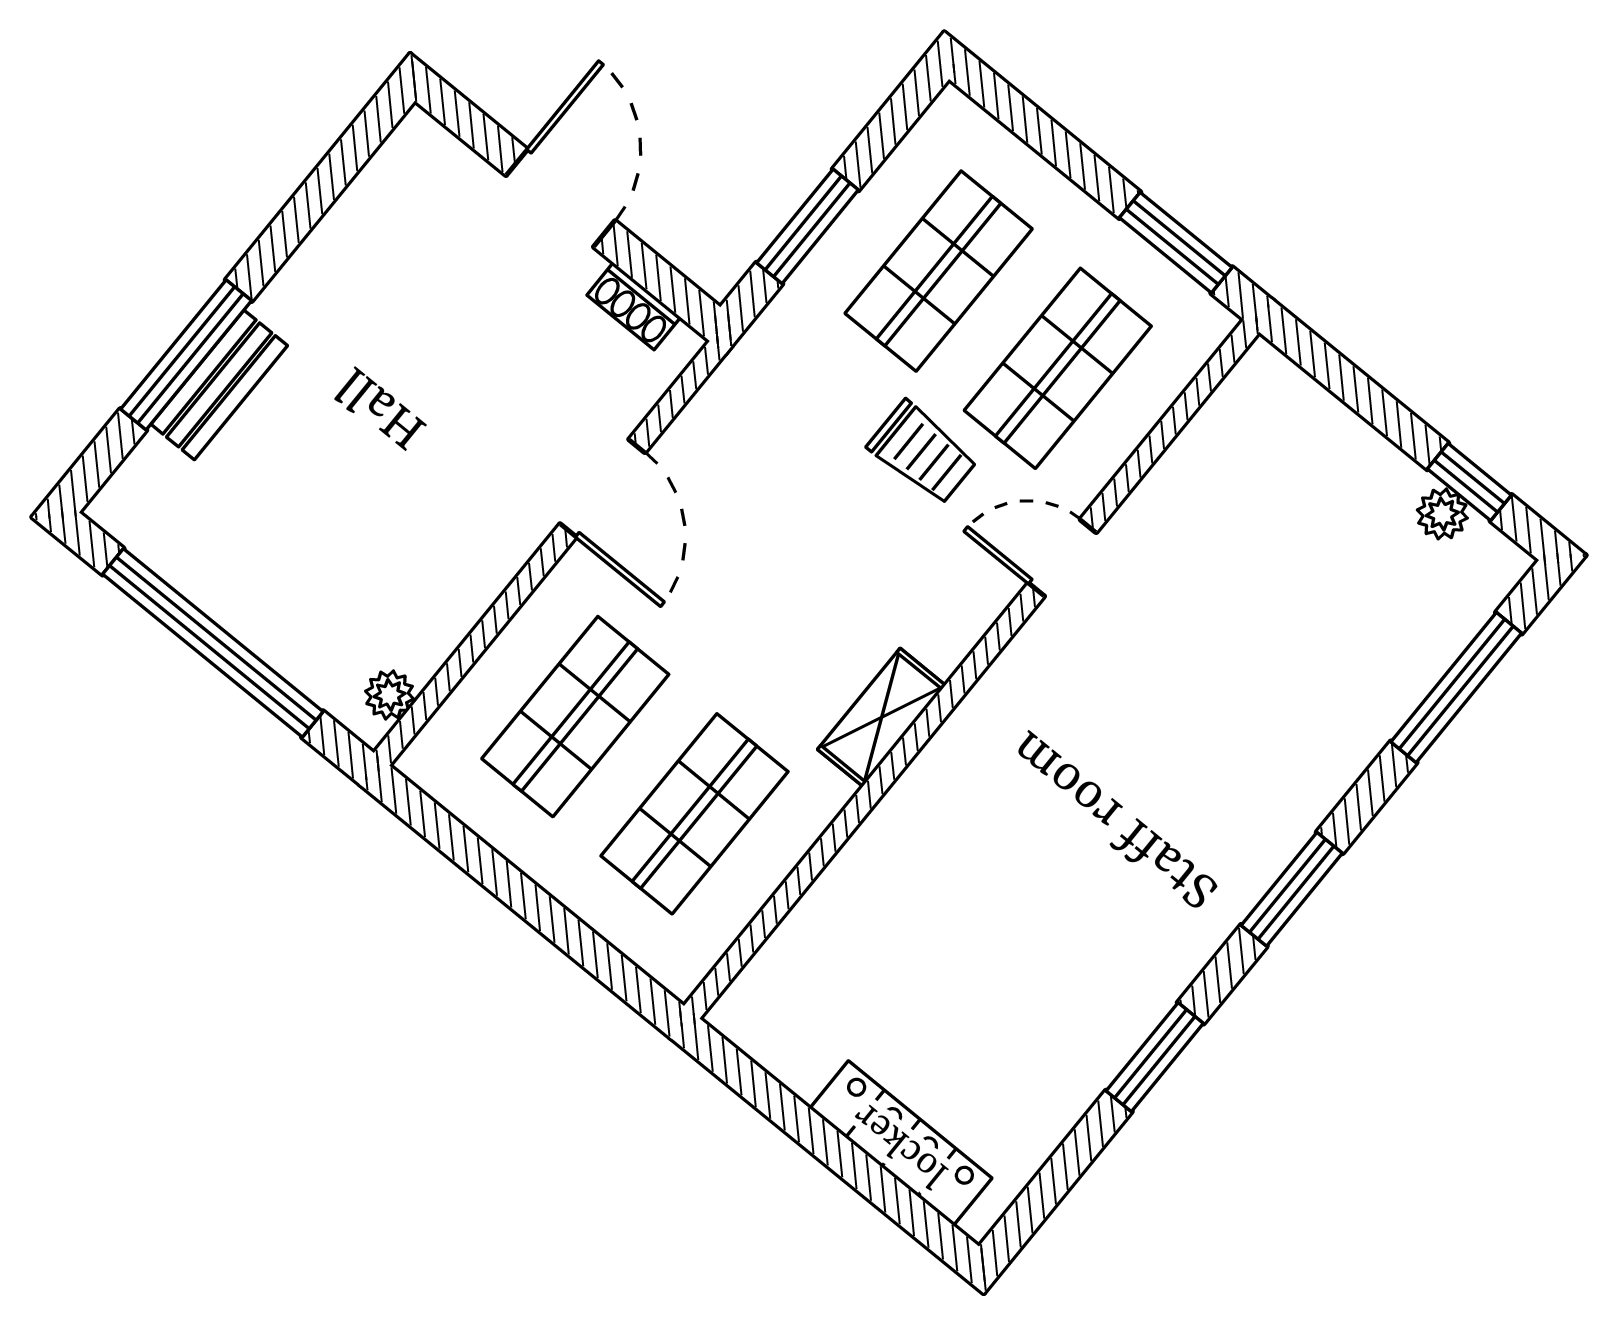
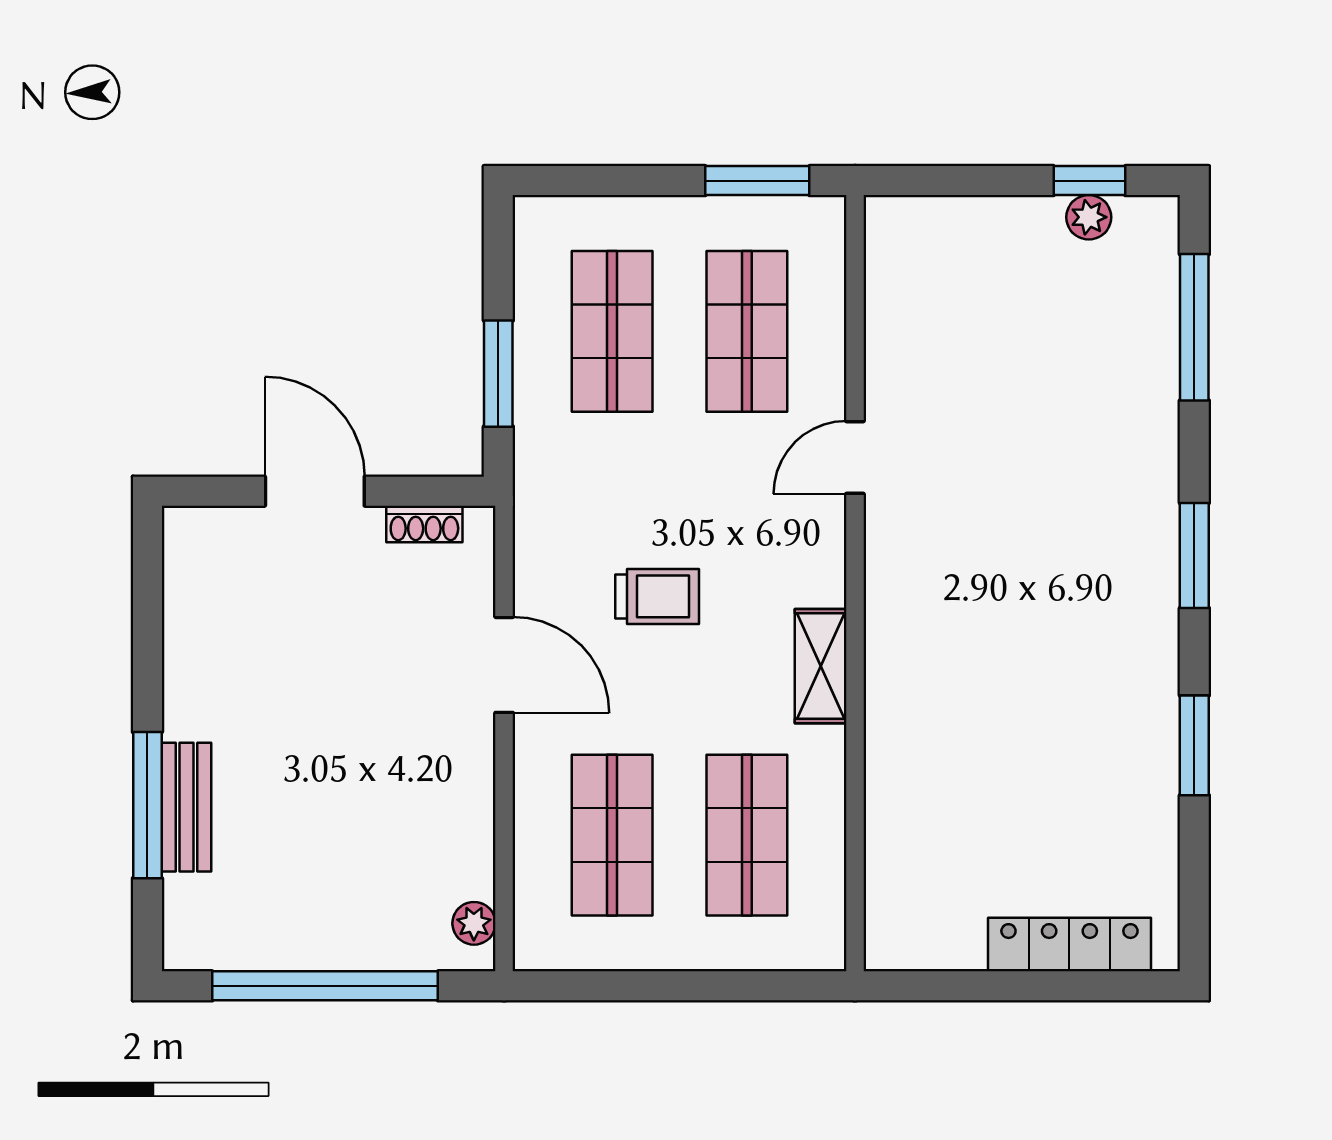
trolley: (923, 453) -> (657, 596), moved

